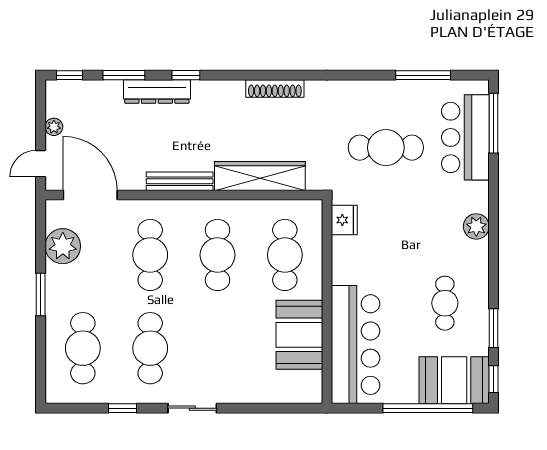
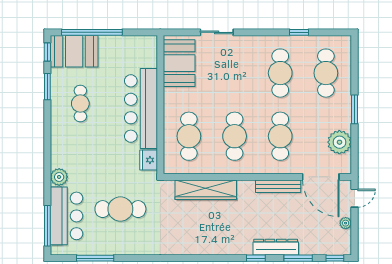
shoe rack: (275, 89) -> (196, 249), removed
bench: (180, 181) -> (278, 186), moved
plant: (476, 226) -> (59, 177), moved
booth: (299, 335) -> (179, 63), moved
bar counter: (356, 345) -> (141, 109), moved
sliding door: (192, 408) -> (217, 32), moved

